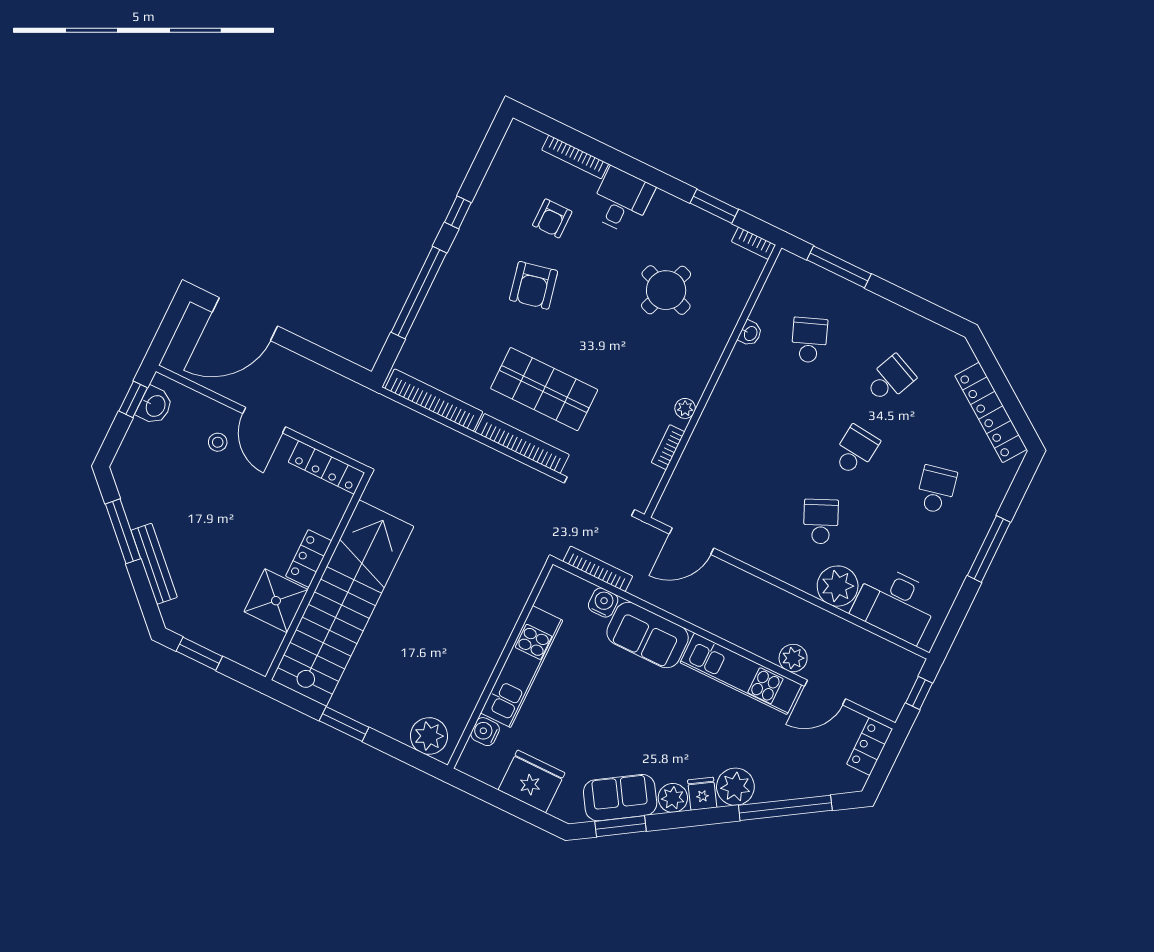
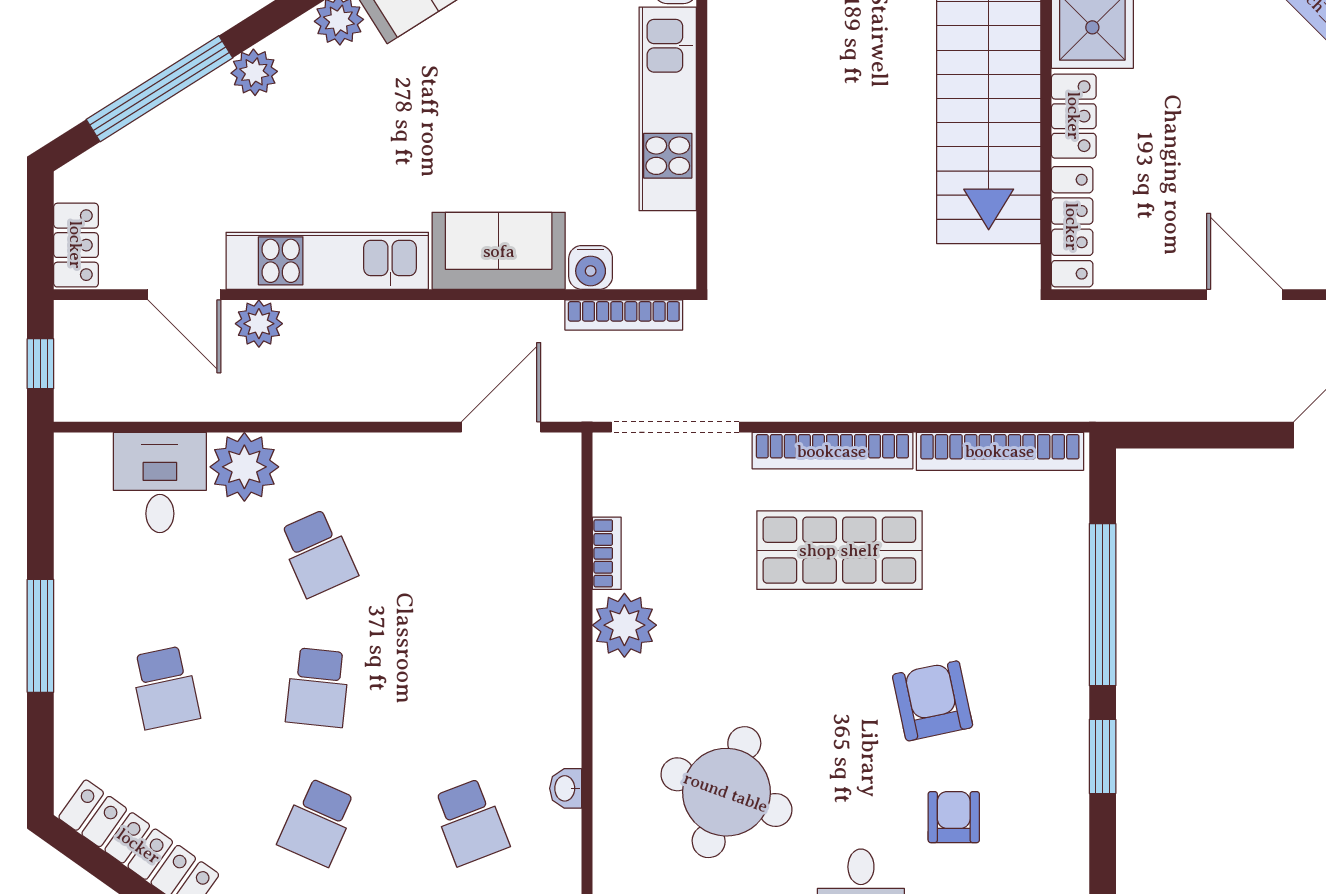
window: (458, 212) -> (1103, 756), width x1.50
round table: (666, 290) -> (726, 792), width x1.36, depth x1.36
plant: (685, 408) -> (624, 625), width x1.87, depth x1.87
stool: (218, 442) -> (1299, 226), removed
locker: (326, 467) -> (1072, 227), moved, turned 90
desk: (895, 604) -> (160, 482), width x0.73
door: (825, 693) -> (184, 295), swing flipped
plant: (735, 787) -> (254, 72), width x0.73, depth x0.73
fridge: (702, 794) -> (297, 49), removed

